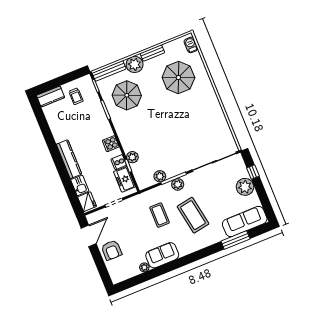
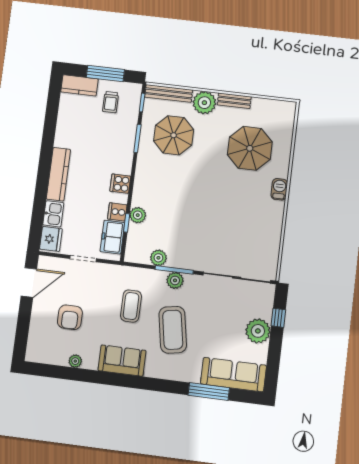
barbecue: (191, 45) -> (279, 189), moved
window: (63, 80) -> (105, 73), added
armchair: (112, 250) -> (70, 317), moved
sofa: (162, 255) -> (122, 361), moved

